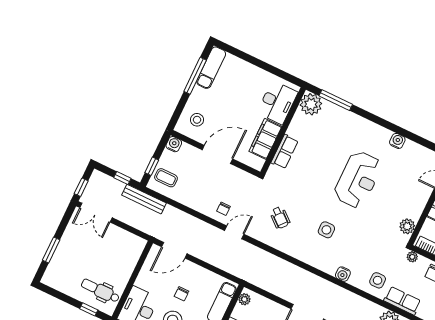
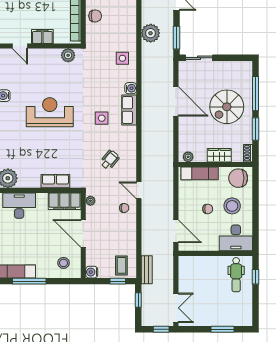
filing cabinet: (265, 139) -> (65, 201), moved
bench: (144, 199) -> (147, 270), width x0.73
plant: (412, 257) -> (90, 201), moved
row of seats: (402, 301) -> (129, 110), moved

